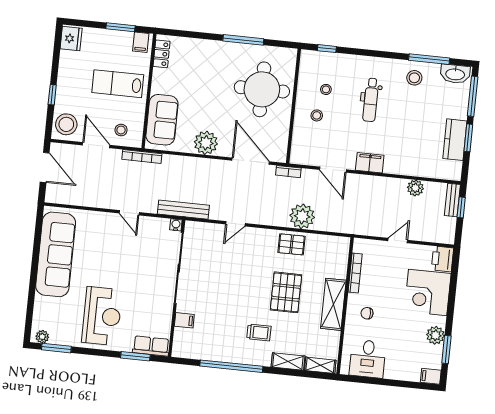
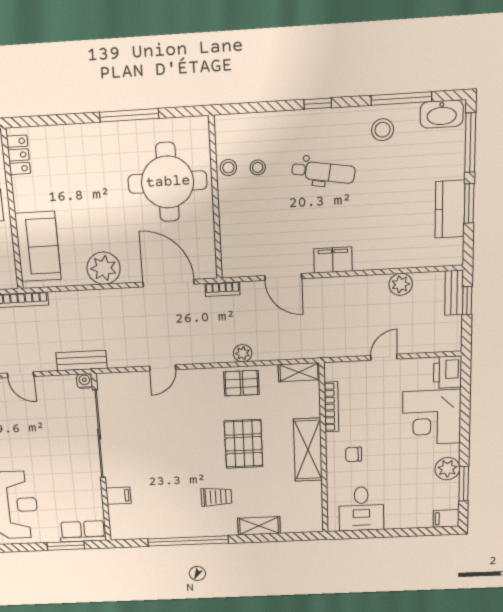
window: (327, 49) -> (318, 104), moved
dental chair: (371, 100) -> (323, 172), turned -81
stool: (317, 115) -> (228, 168), moved
bench: (183, 210) -> (82, 361), width x0.73
plant: (302, 216) -> (243, 353), width x0.53, depth x0.53
shelving: (320, 365) -> (299, 372), moved

